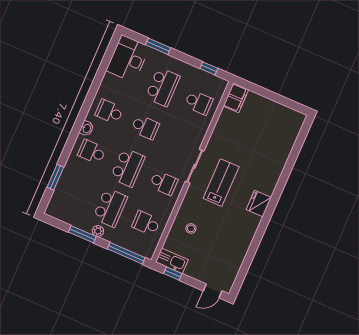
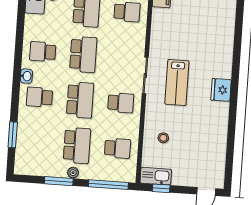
school desk: (145, 127) -> (83, 54), width x1.85
lab bench: (221, 183) -> (177, 82), turned 180
school desk: (146, 223) -> (117, 148), turned 180

